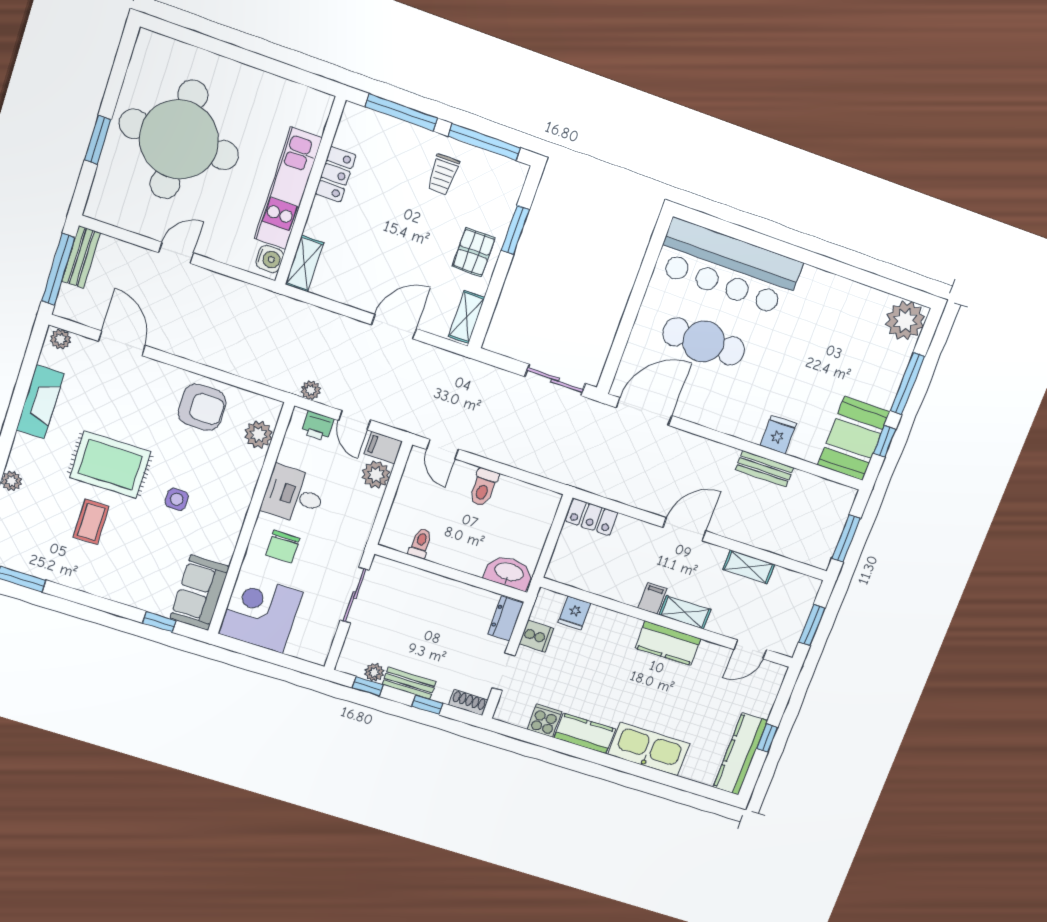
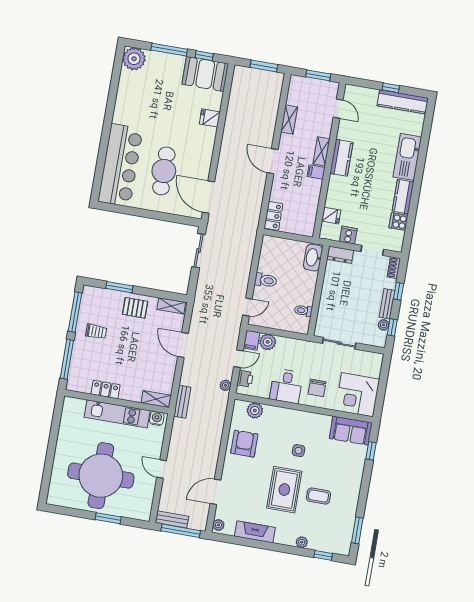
bench: (764, 469) -> (182, 402), moved
chair: (283, 547) -> (317, 388), turned 90

